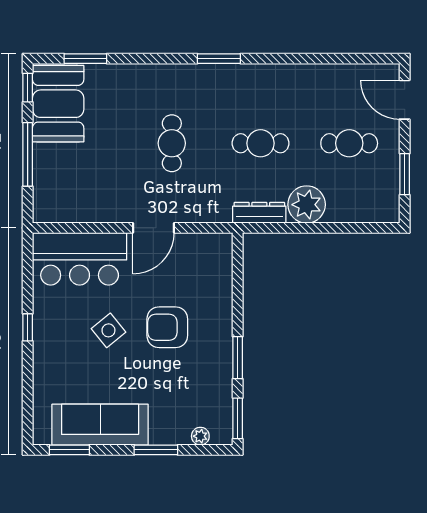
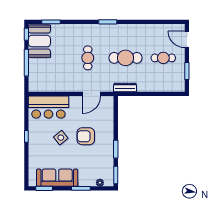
cafe table: (261, 143) -> (126, 58), width x1.37, depth x1.35
plant: (307, 205) -> (145, 84), removed
door: (153, 228) -> (92, 94), moved

